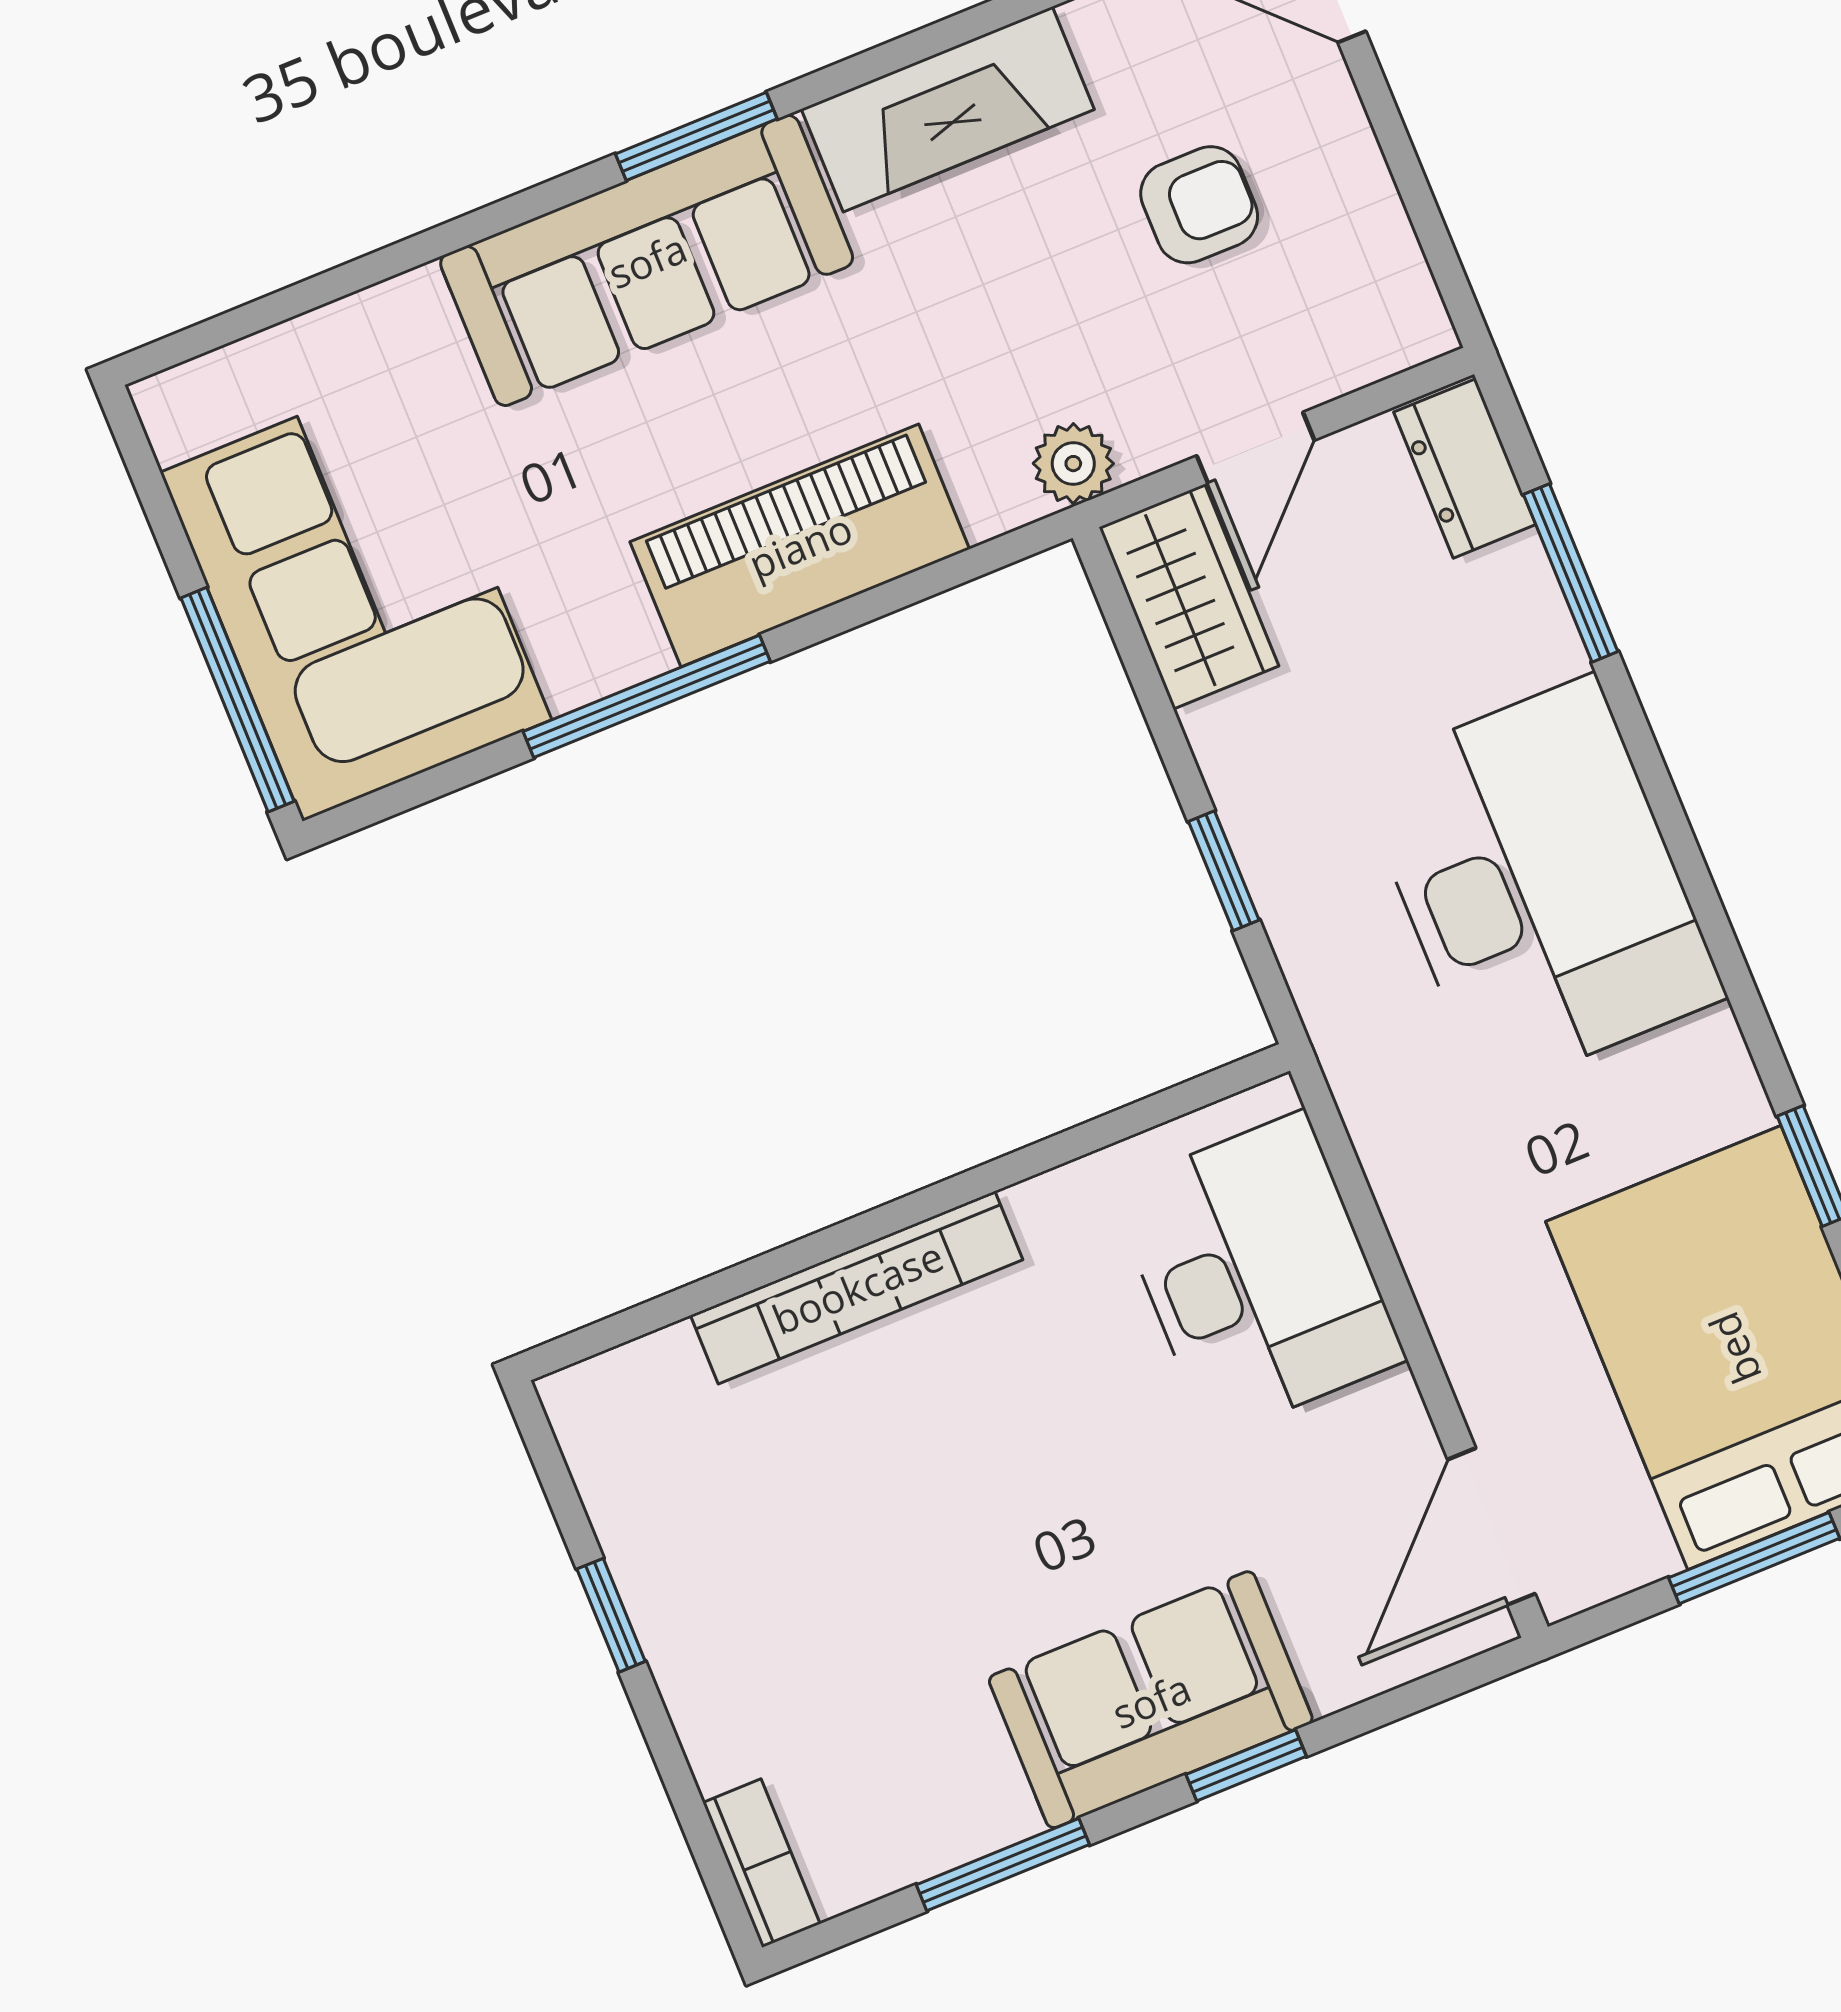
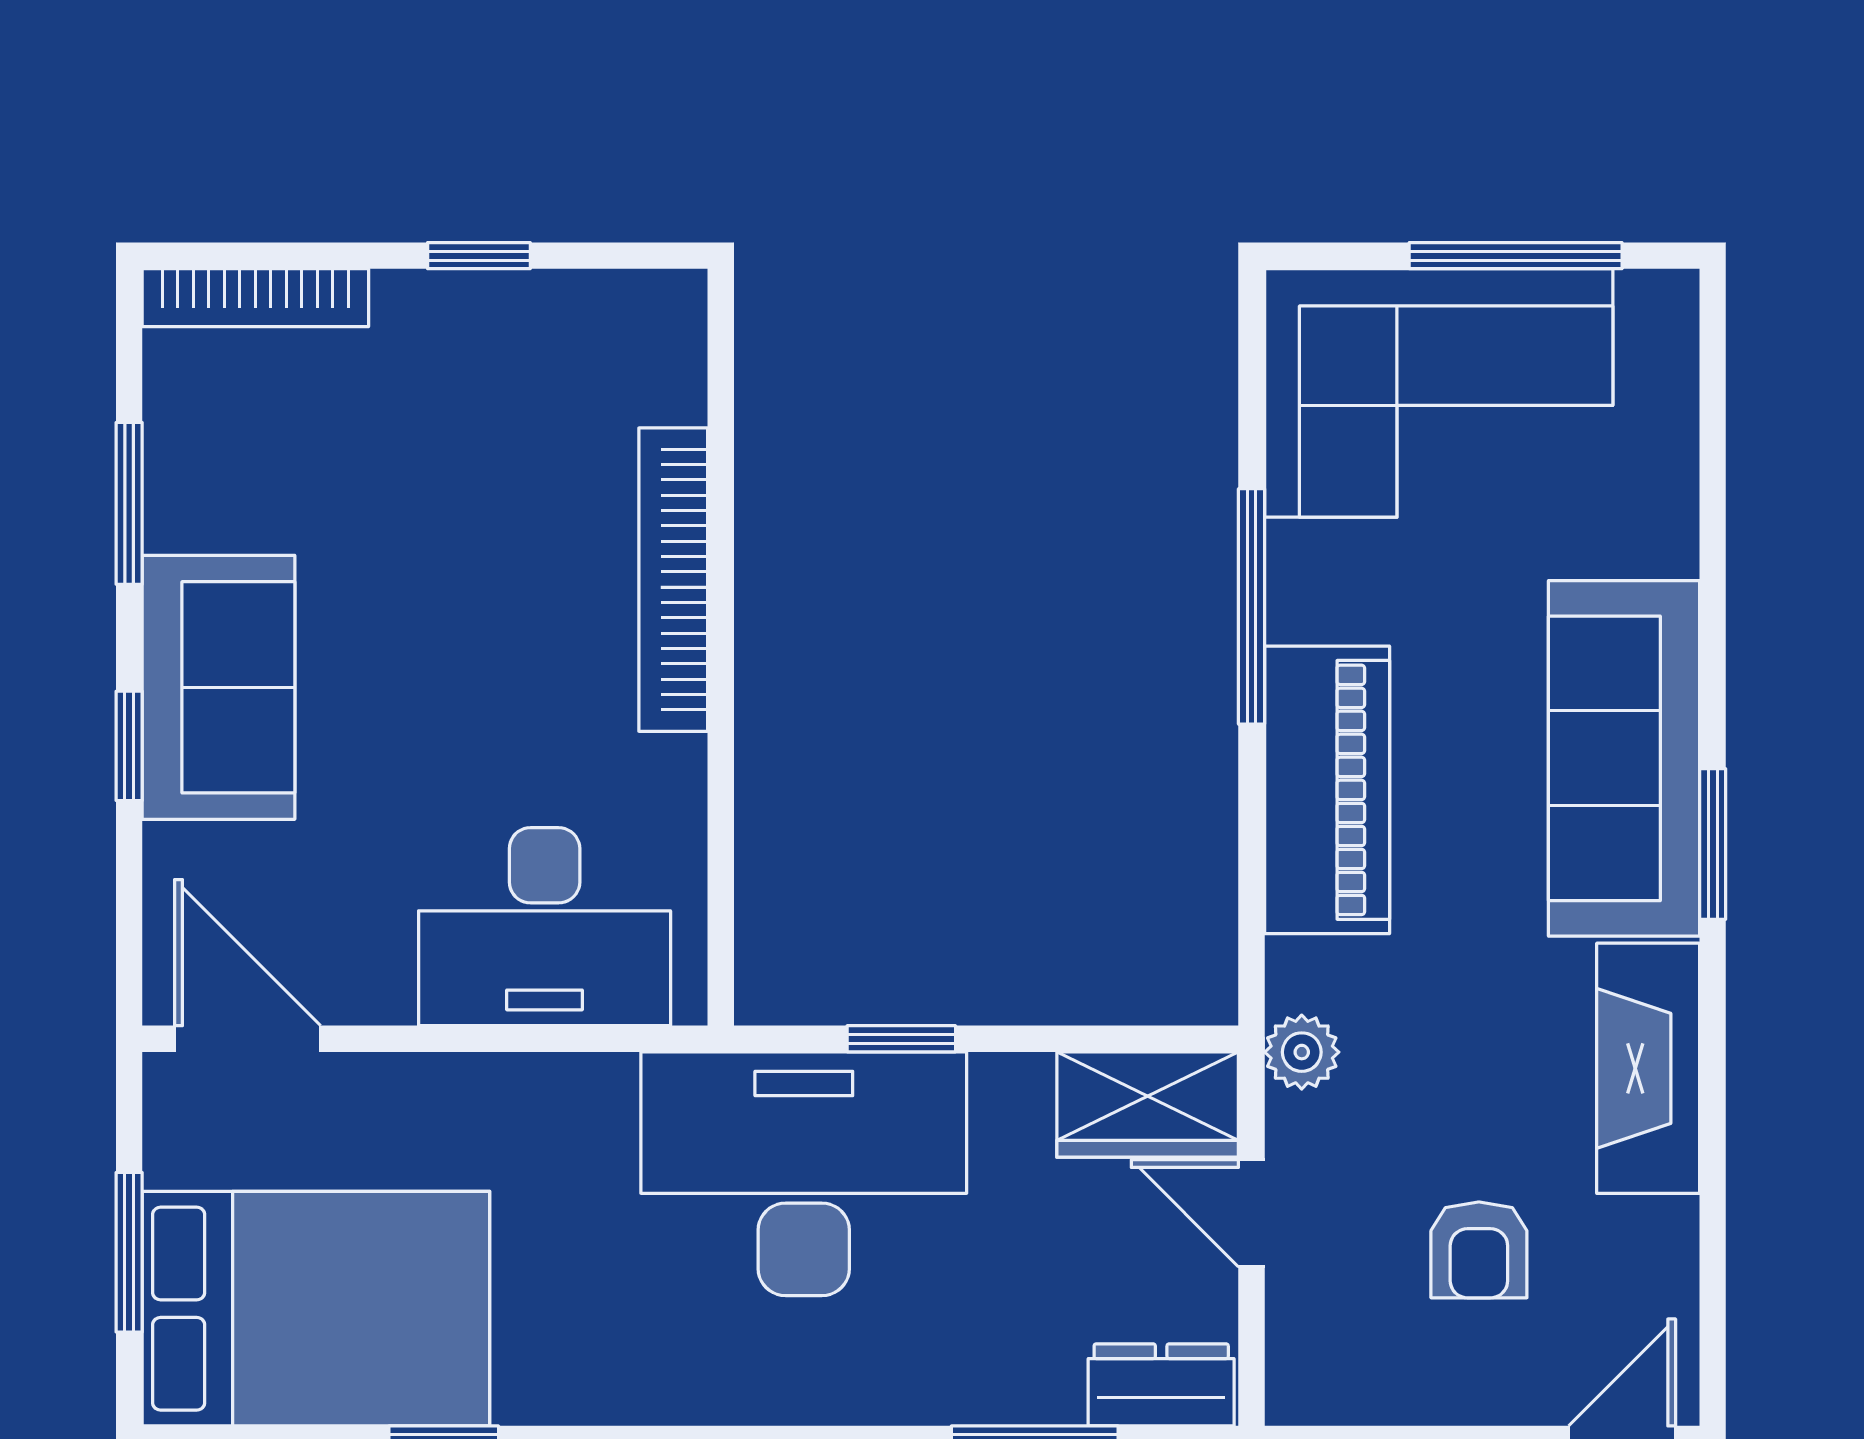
window: (237, 700) -> (1516, 256), moved
desk: (1540, 884) -> (804, 1174), moved, turned 180
bookcase: (761, 1863) -> (255, 298), width x1.56

